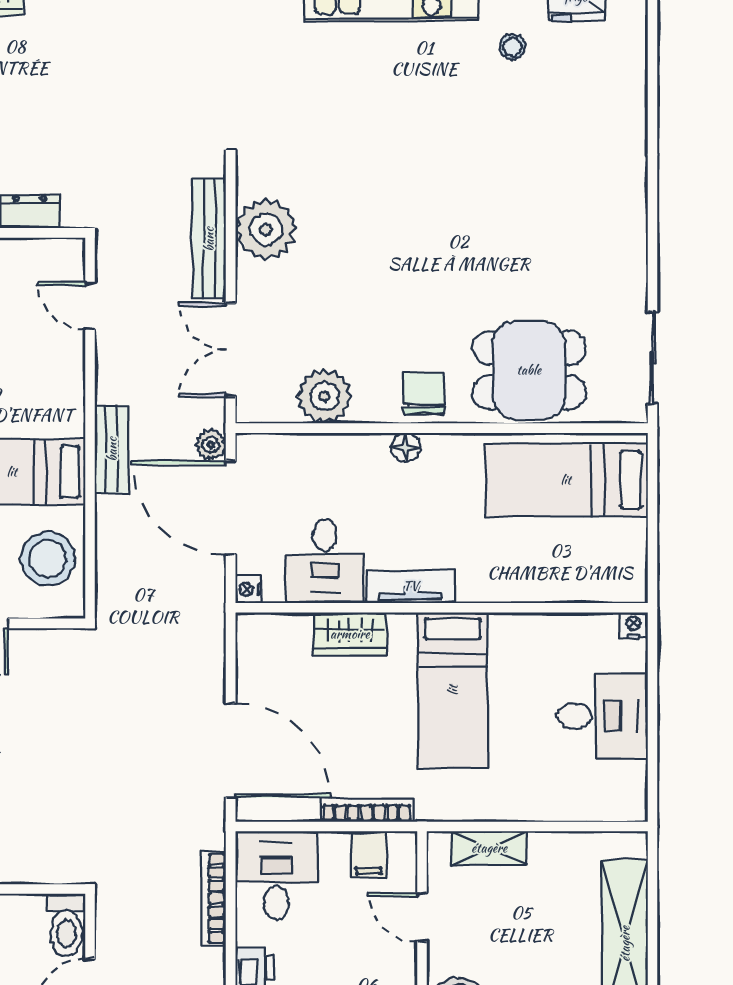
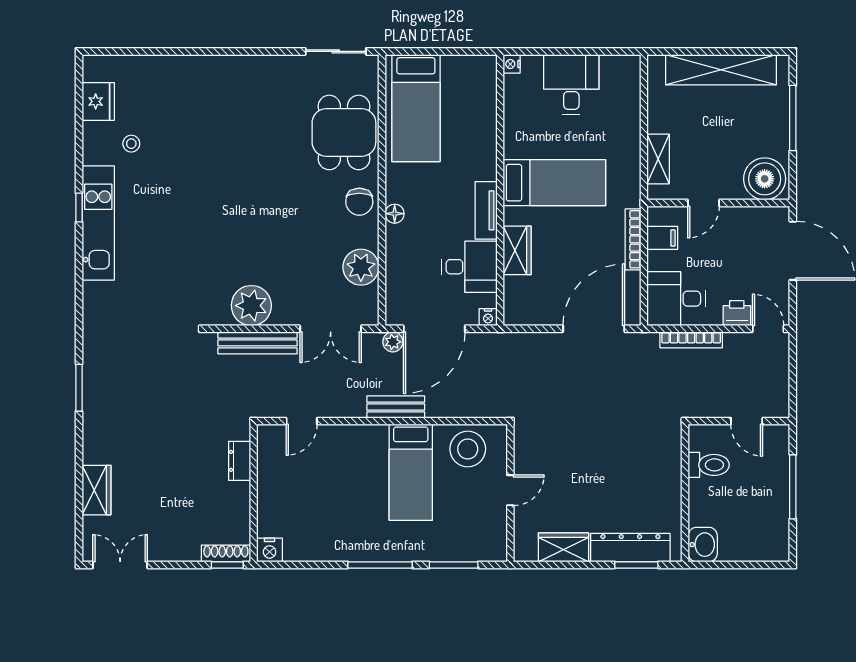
chair: (424, 394) -> (359, 202), turned -90
toilet: (66, 925) -> (709, 465), moved

